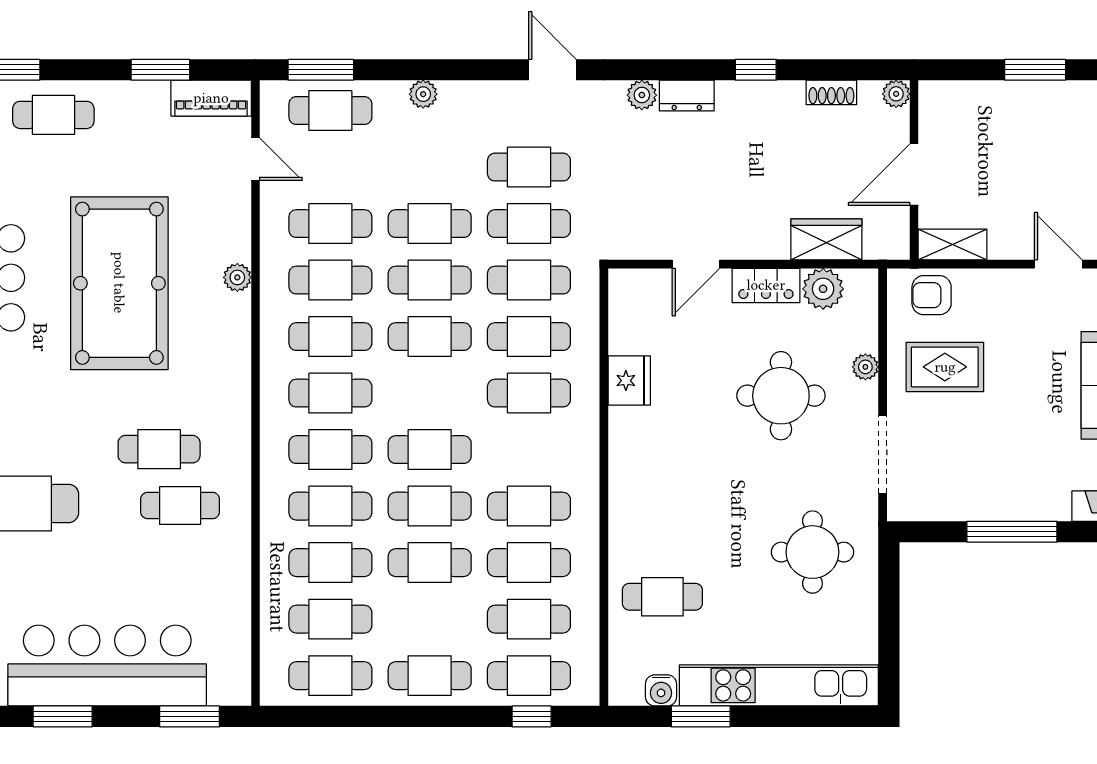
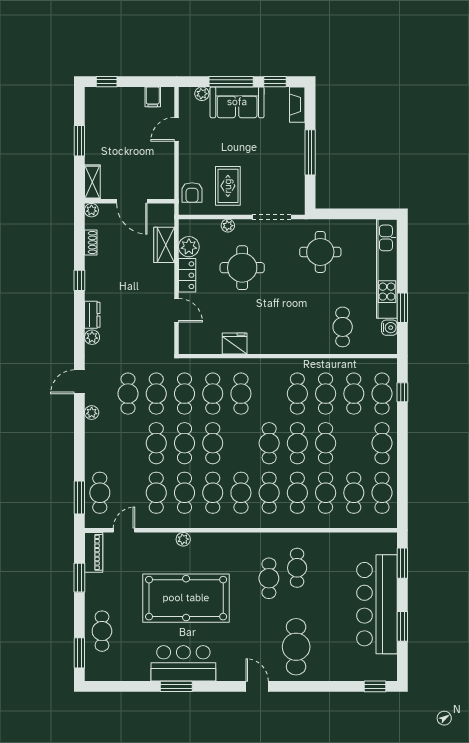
plant: (423, 94) -> (92, 413), moved
shelving: (953, 245) -> (92, 182), moved

